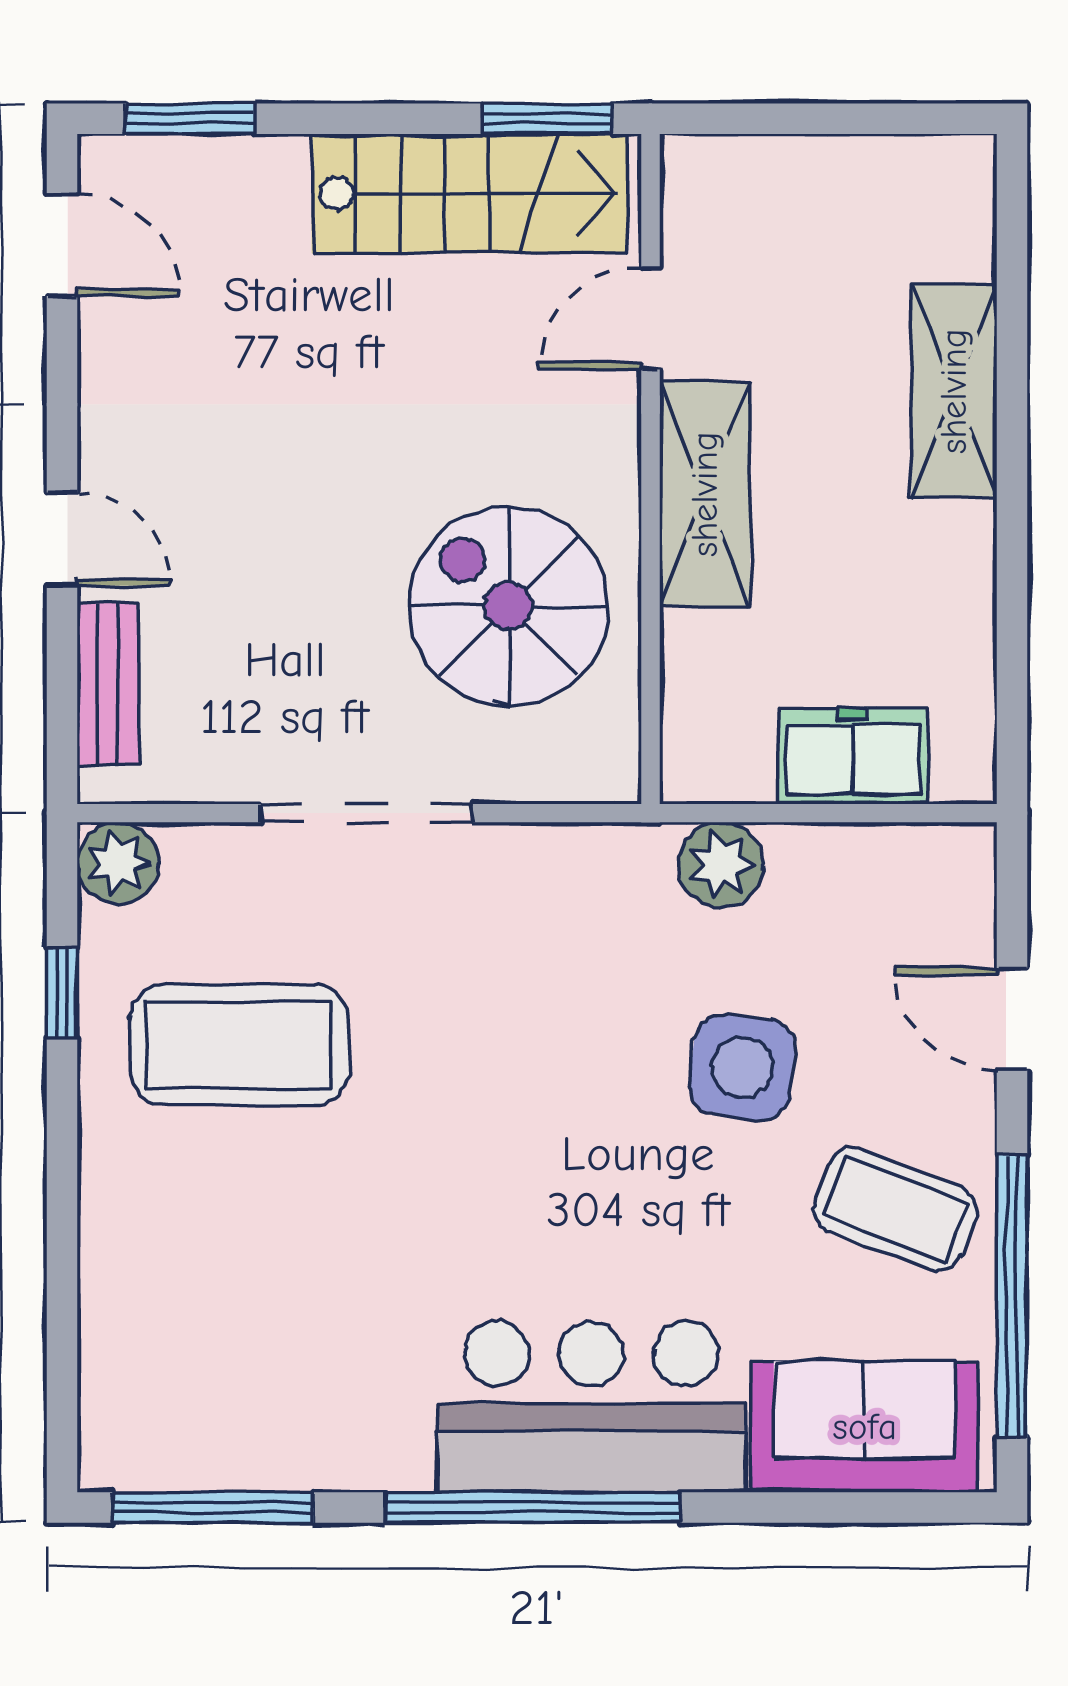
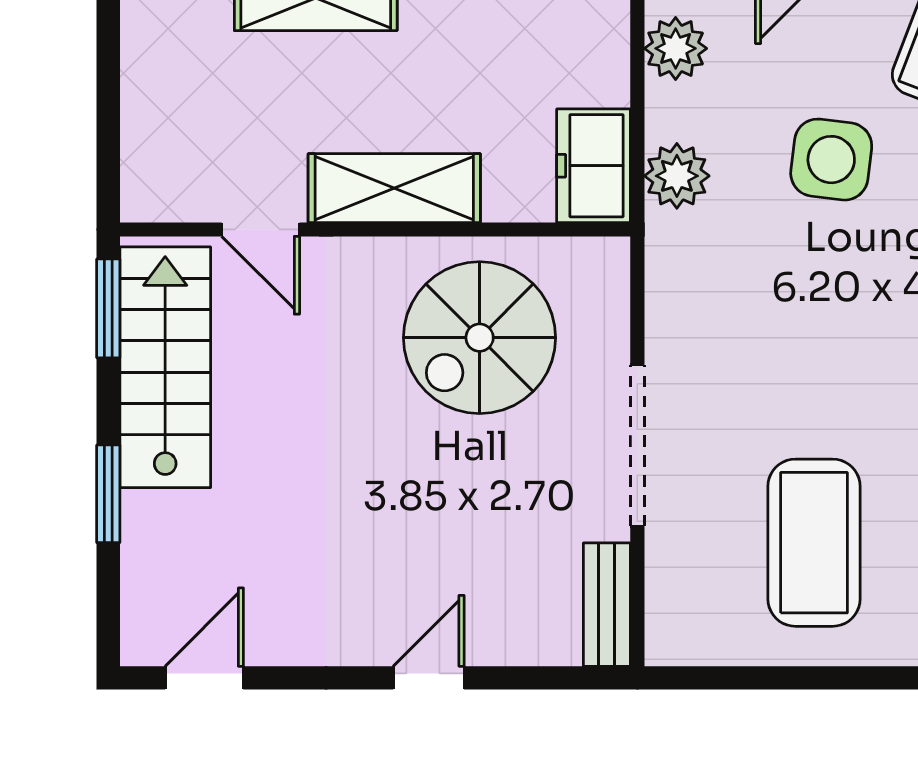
window: (190, 119) -> (108, 494), moved
bench: (108, 684) -> (607, 605), moved, turned 90
freezer: (853, 756) -> (594, 166), moved
plant: (118, 863) -> (676, 48), moved
window: (62, 992) -> (774, 678), removed

